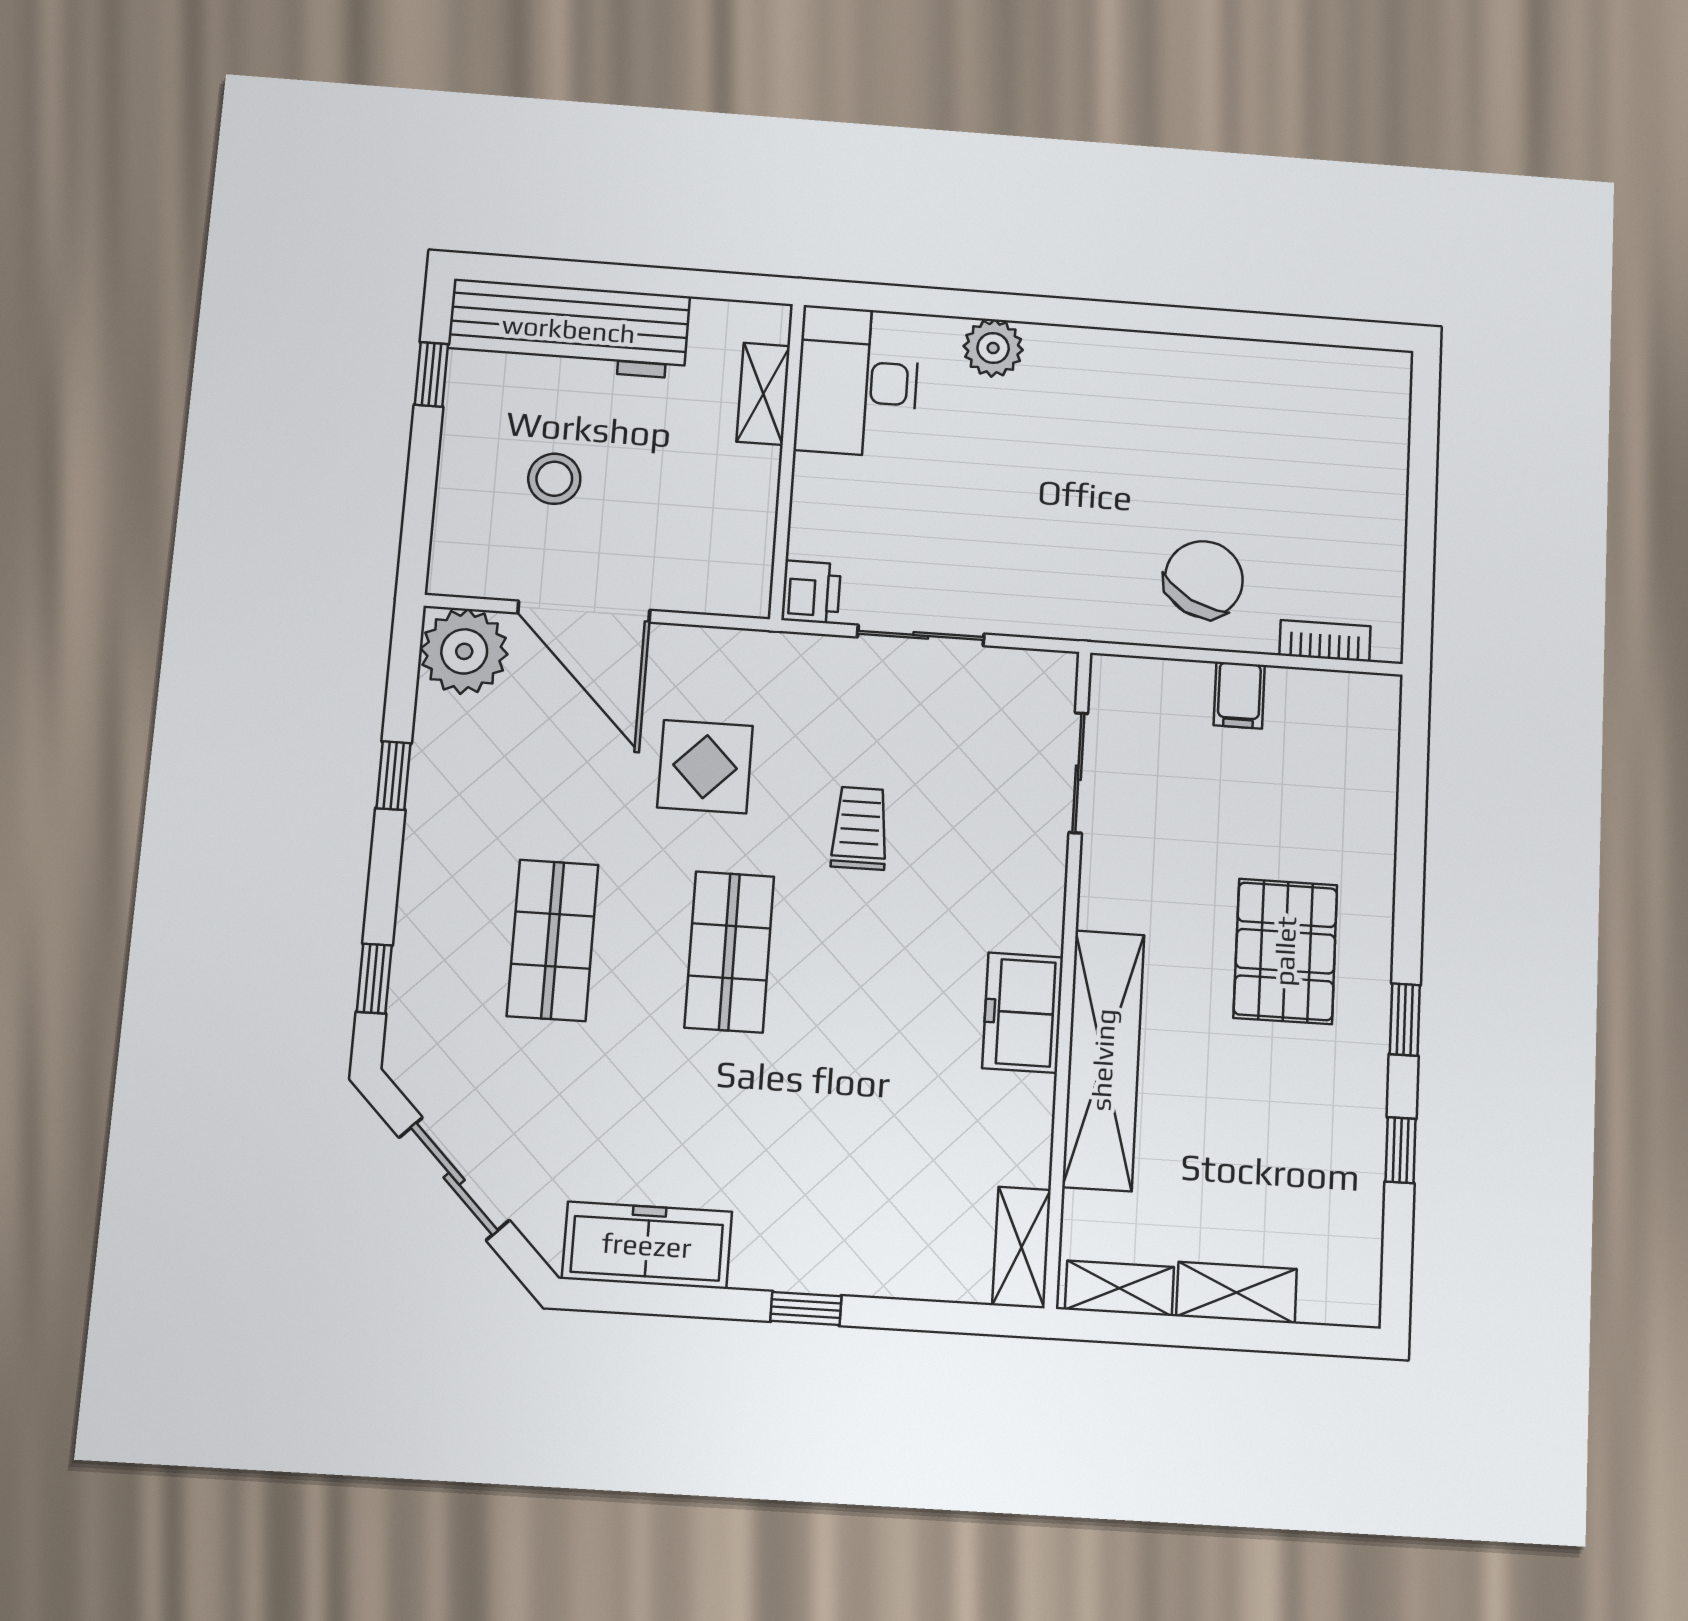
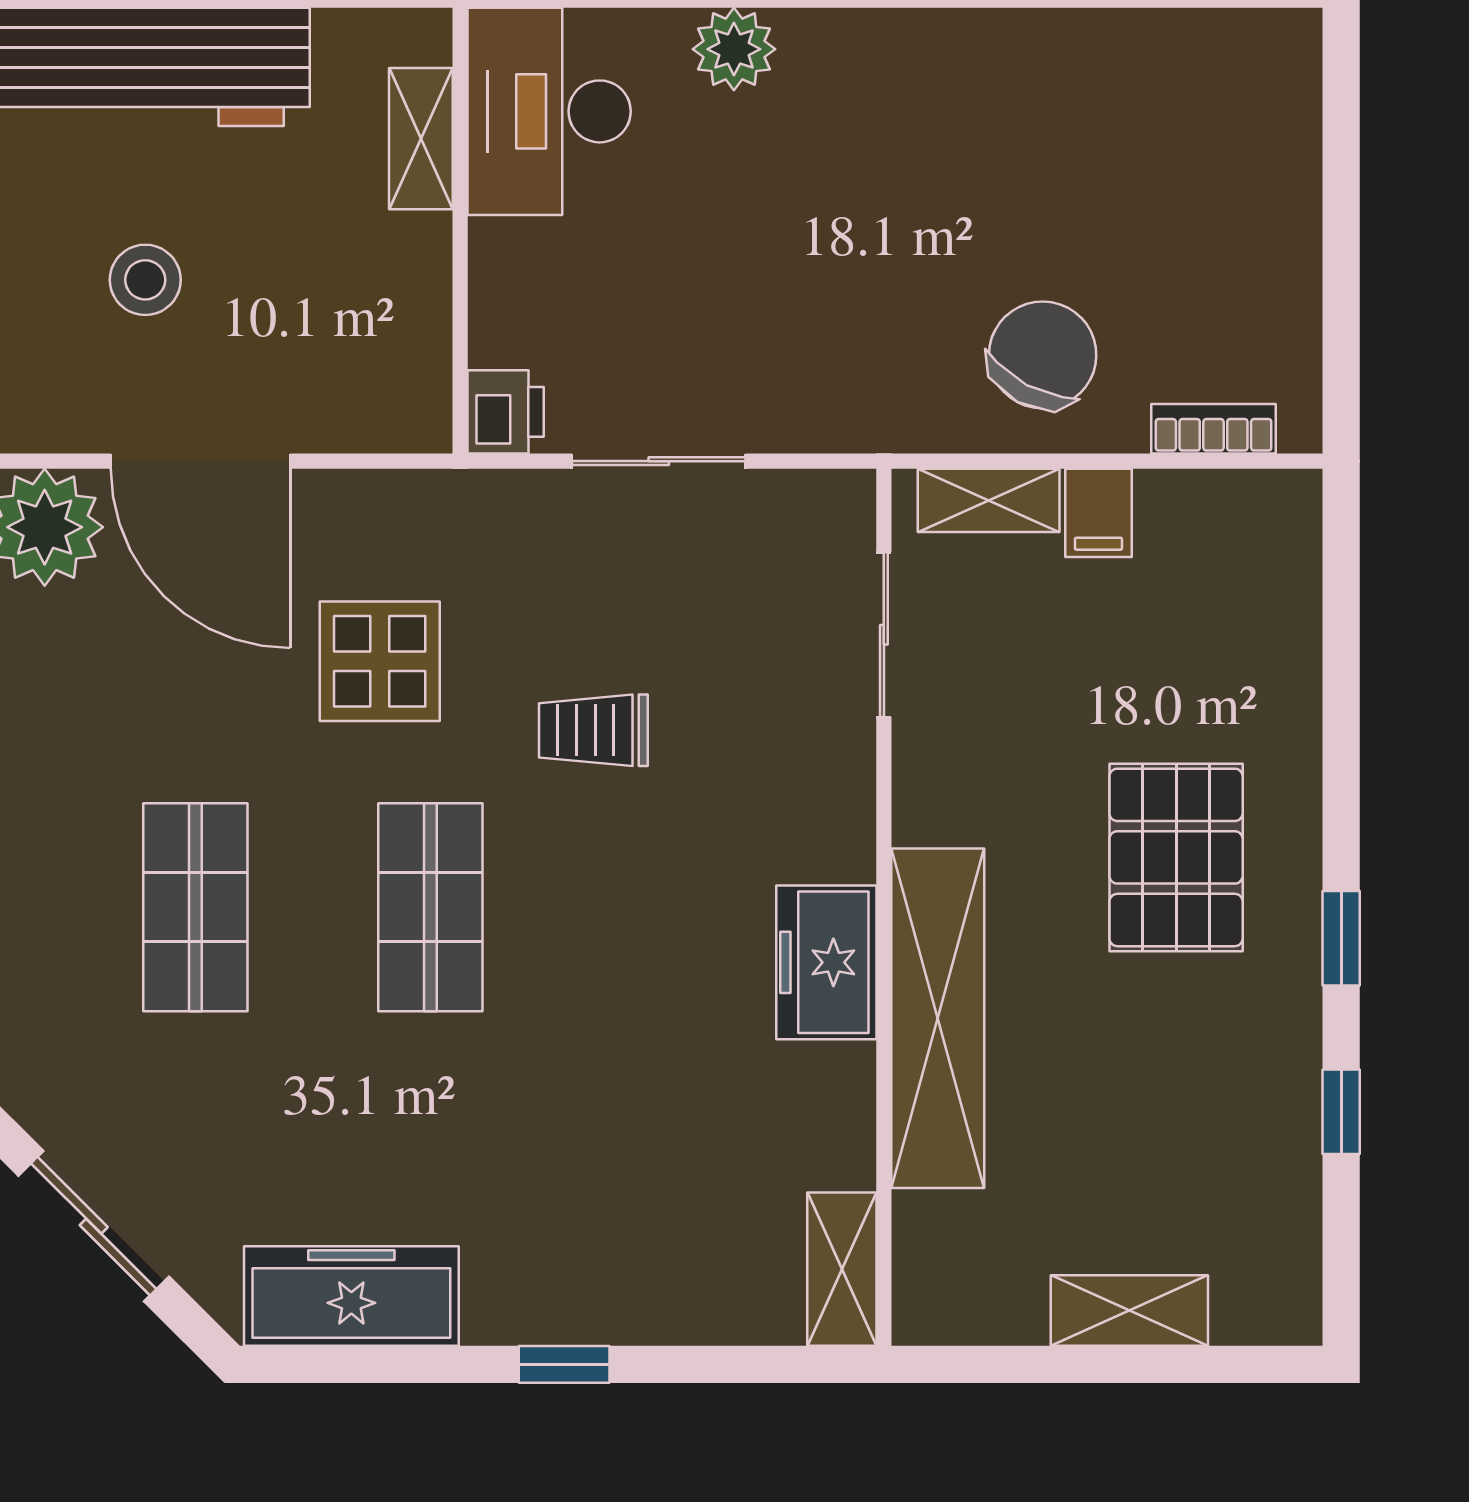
trolley: (860, 828) -> (593, 730), turned -90
shelving: (1119, 1288) -> (989, 500), moved

